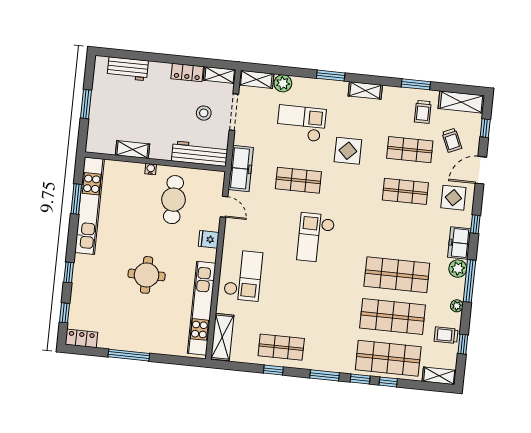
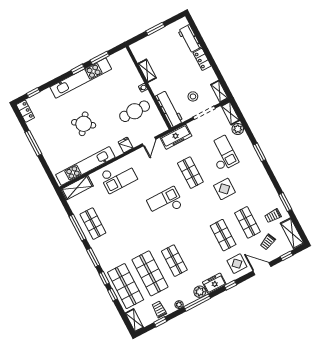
locker: (187, 73) -> (202, 59), moved
shelving: (365, 90) -> (264, 177), removed
kitchen unit: (89, 206) -> (81, 78), moved
window: (69, 272) -> (78, 69), moved
round table: (147, 275) -> (84, 124), turned 37
shop shelf: (397, 275) -> (174, 261), width x0.70, depth x0.74
window: (273, 370) -> (77, 228), width x2.17

